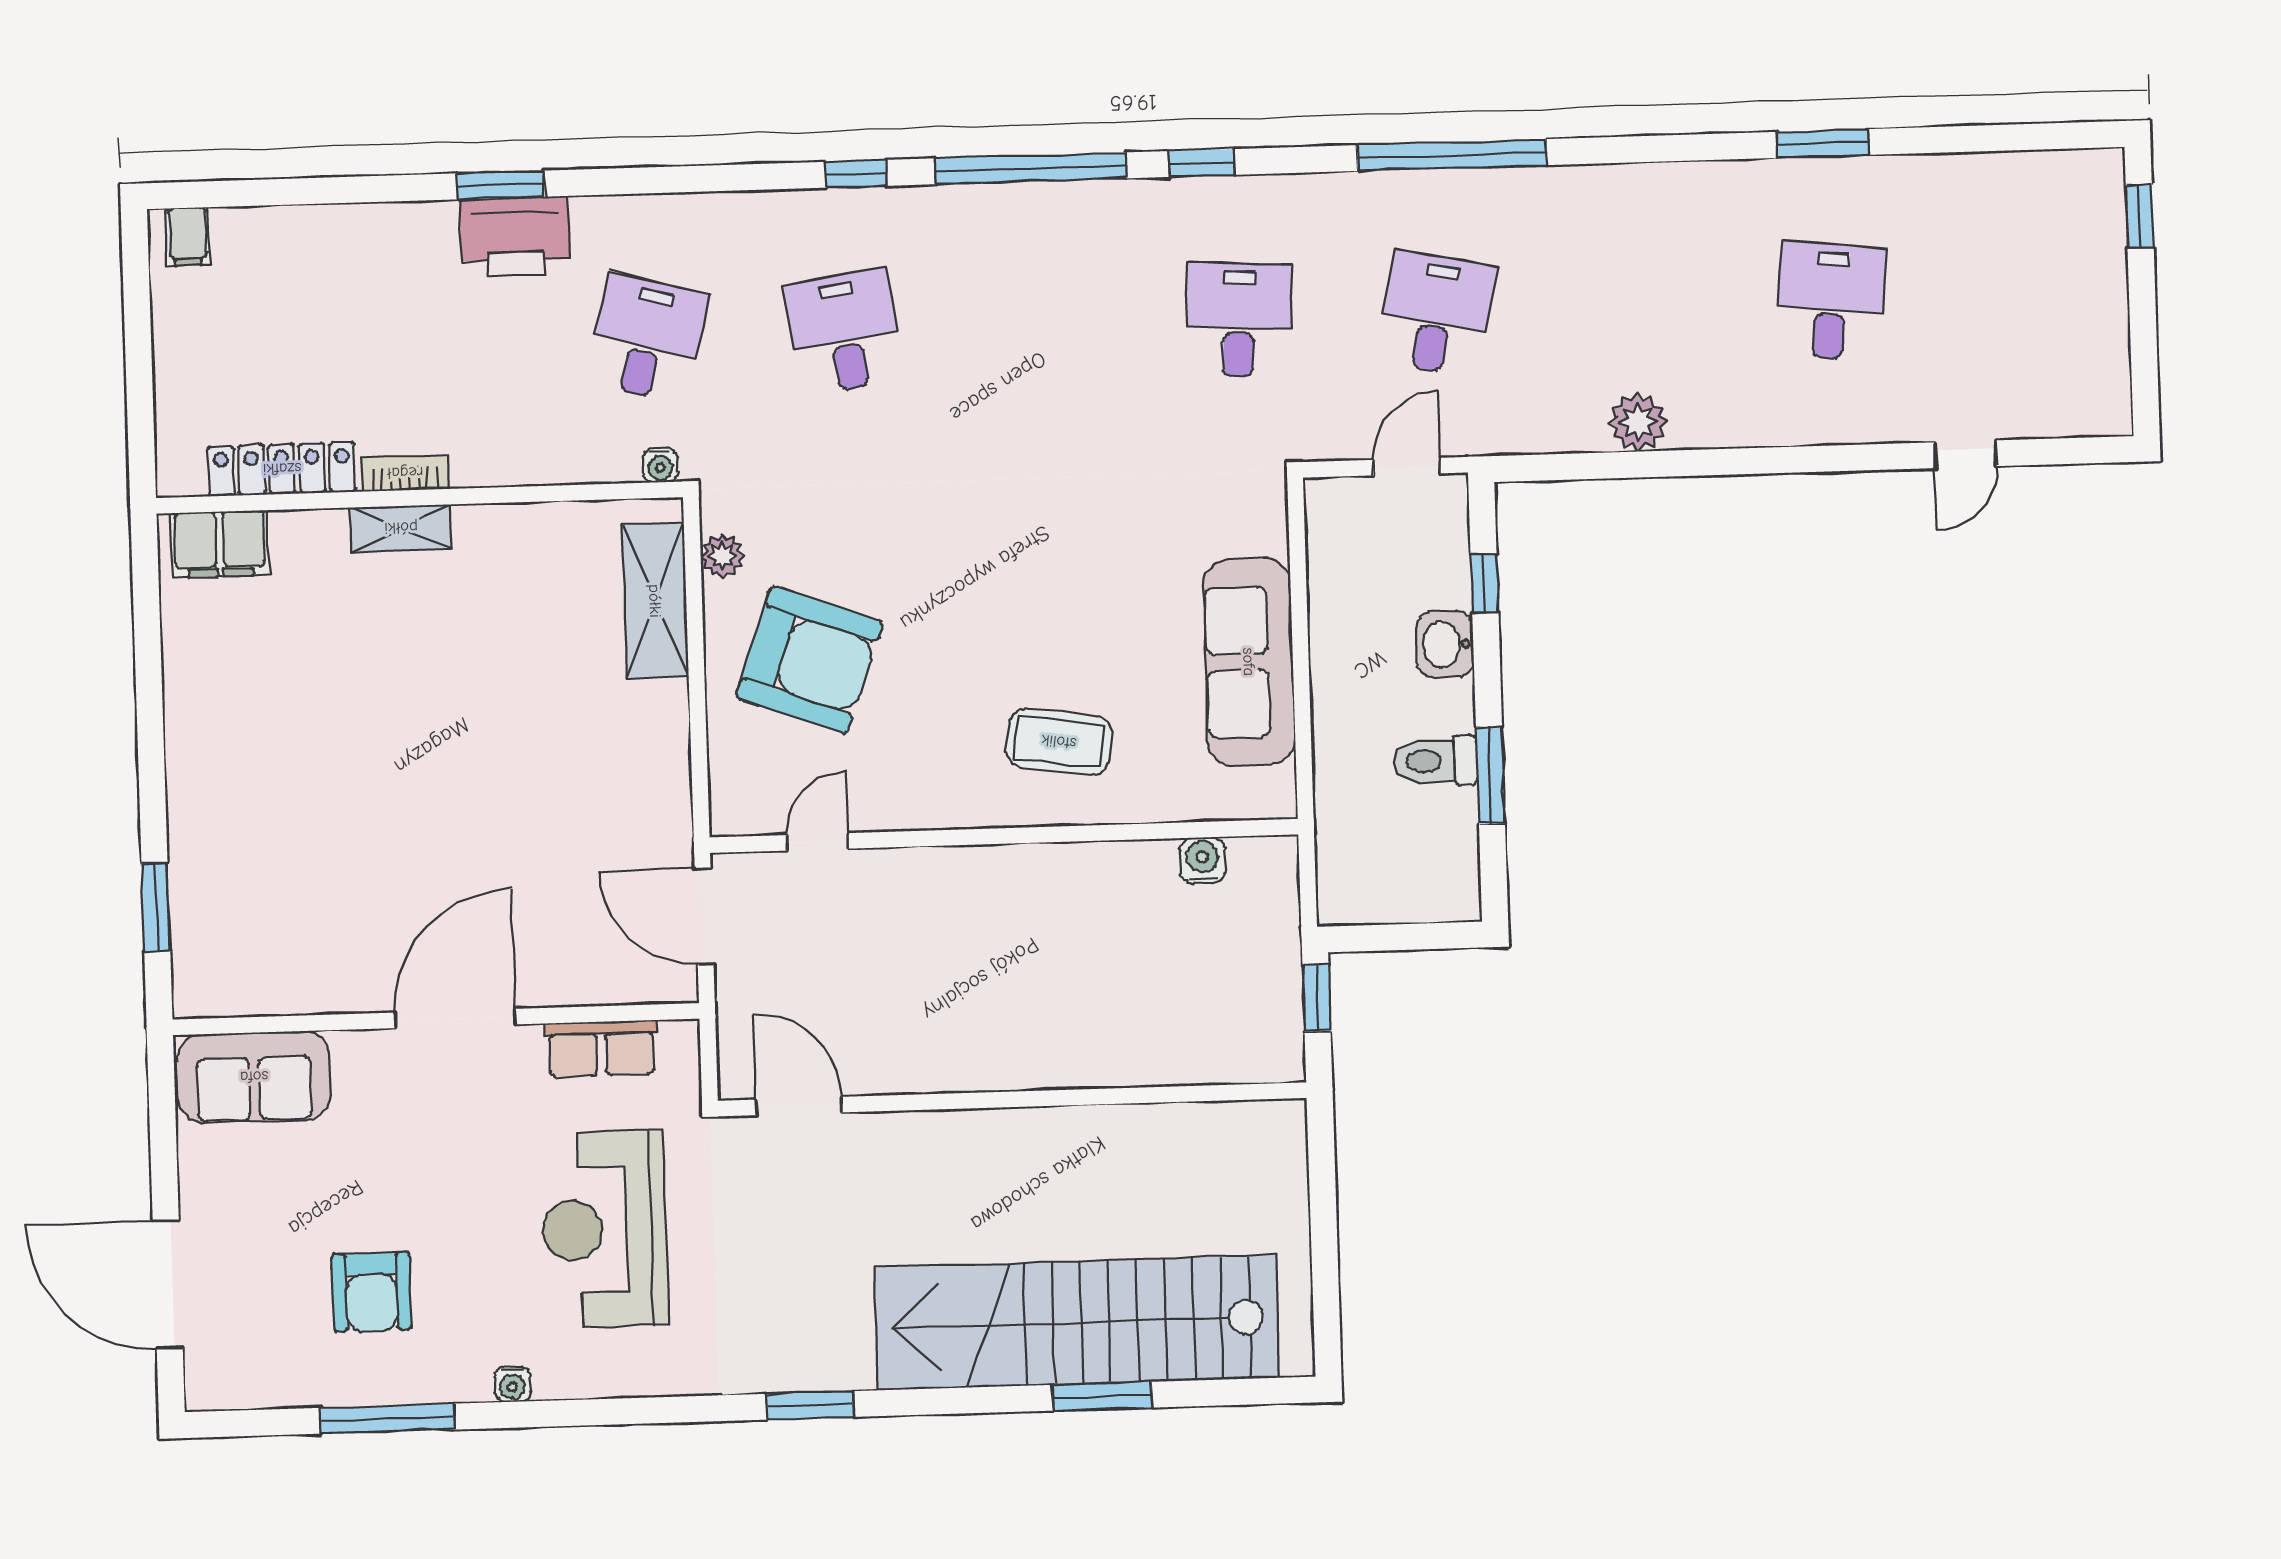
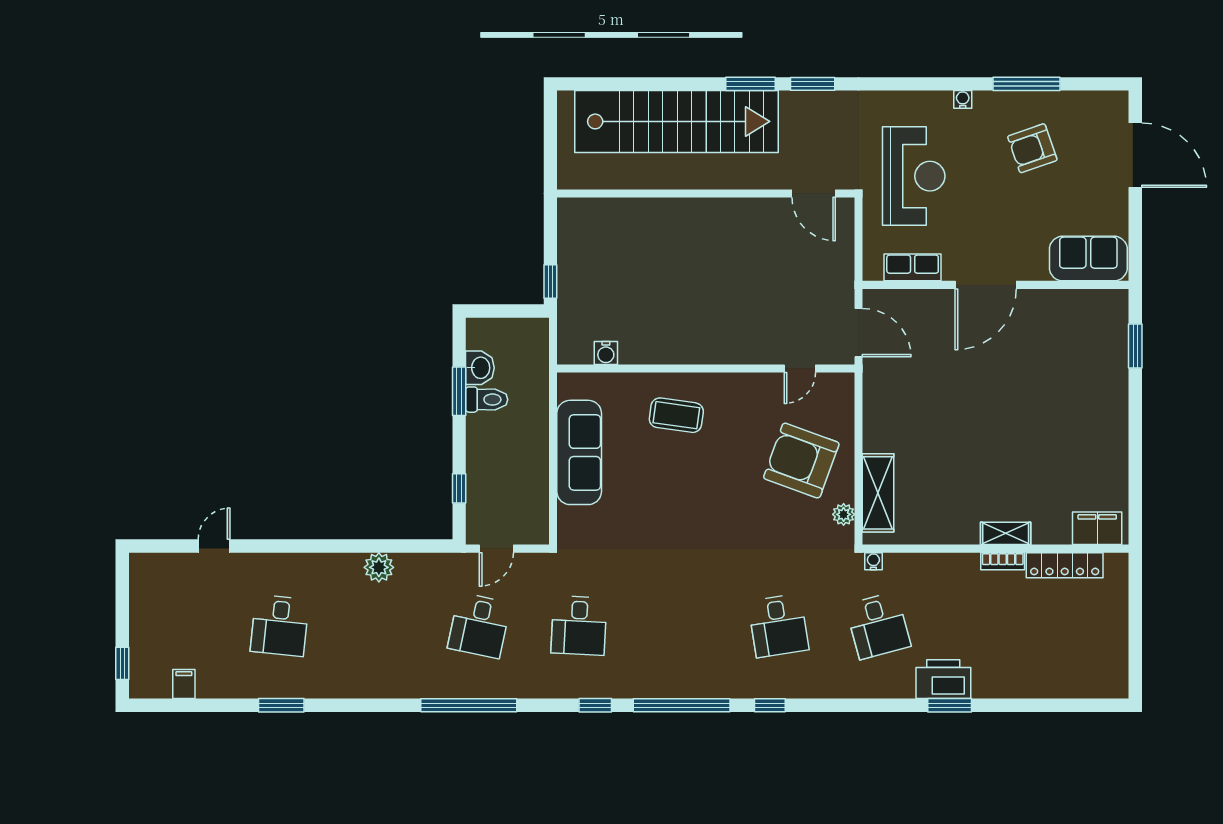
filing cabinet: (188, 237) -> (184, 684), moved
desk: (647, 338) -> (878, 626), turned -30
washbasin: (1445, 644) -> (480, 368), moved
wall: (1012, 1099) -> (706, 194), moved
door: (799, 1106) -> (814, 194), moved
armchair: (372, 1292) -> (1032, 148), turned -109
window: (1102, 1396) -> (750, 84), moved

